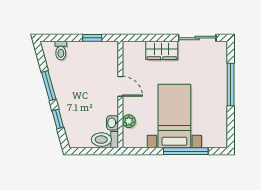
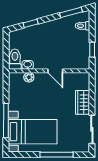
window: (49, 86) -> (71, 12), moved
door: (120, 86) -> (55, 71), hinge flipped
bed with nightstands: (174, 116) -> (33, 132), moved

